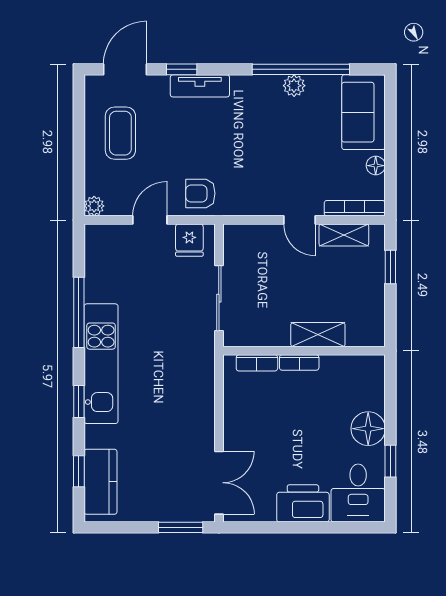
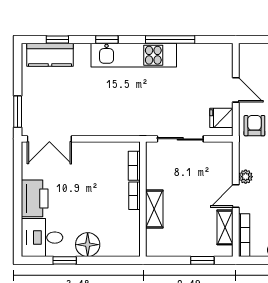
plant: (94, 206) -> (246, 177), moved

